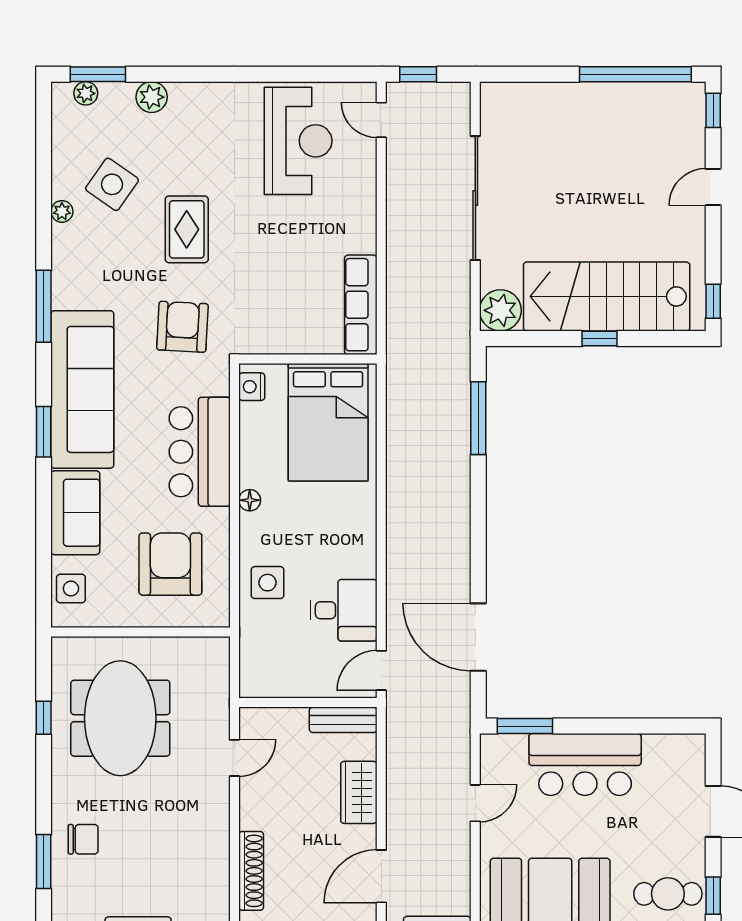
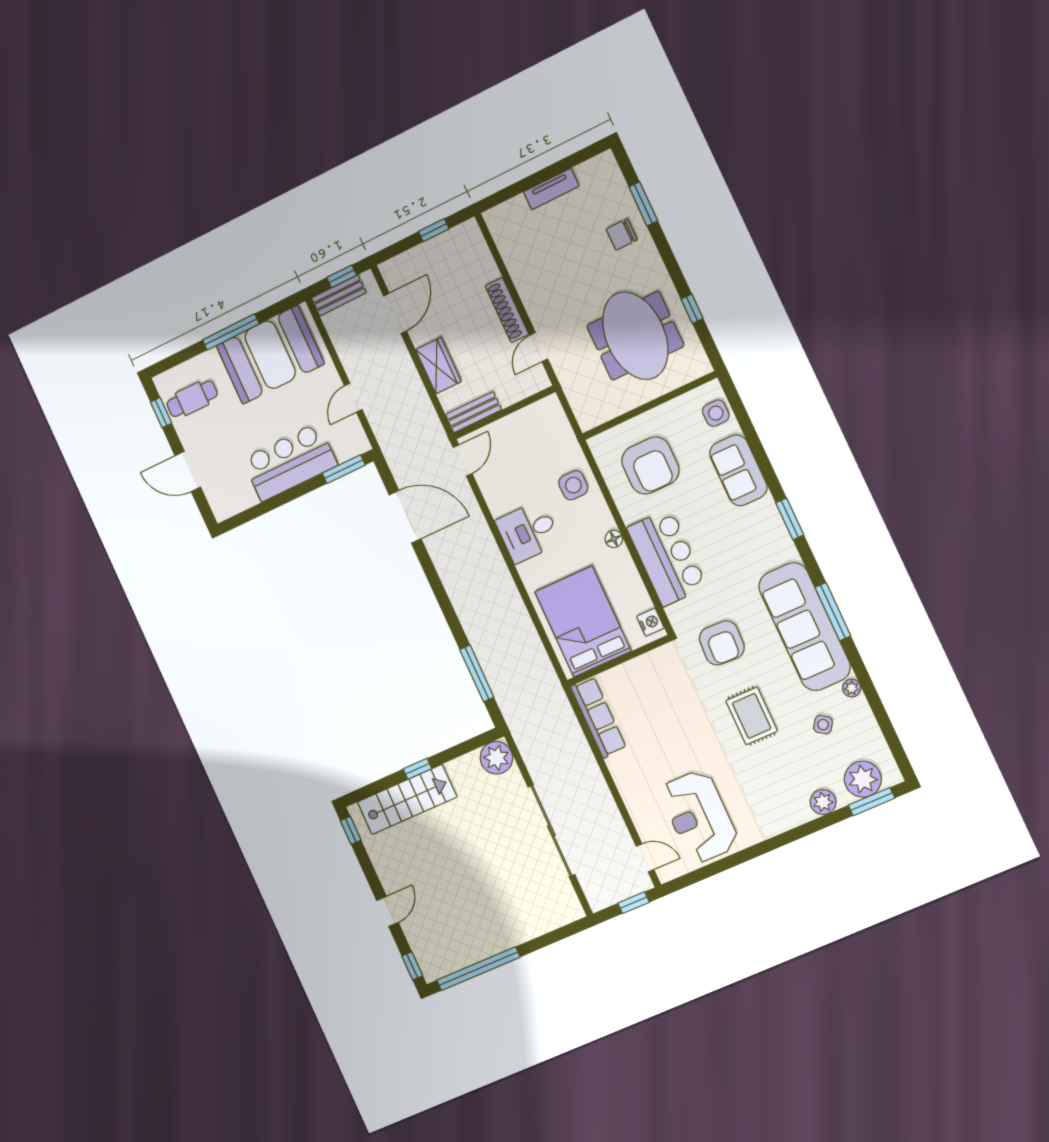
plant: (86, 93) -> (863, 779), width x1.88, depth x1.88
side table: (112, 184) -> (823, 725), width x0.54, depth x0.54
stairs: (607, 296) -> (407, 799), width x0.73, depth x0.66
sofa: (82, 389) -> (805, 627), moved
desk: (344, 610) -> (528, 532), moved
shoe rack: (251, 871) -> (507, 310), moved

